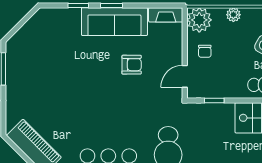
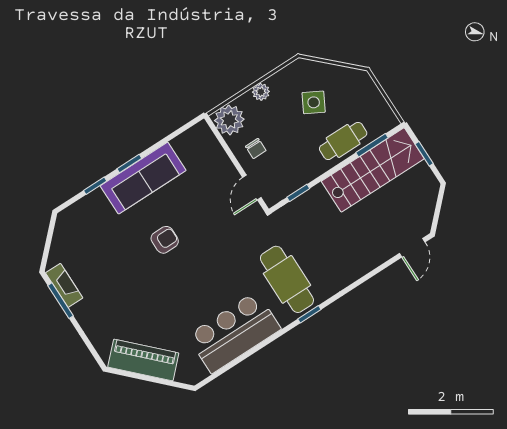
fireplace: (166, 15) -> (64, 285), moved, turned -90
armchair: (132, 65) -> (165, 240), moved

